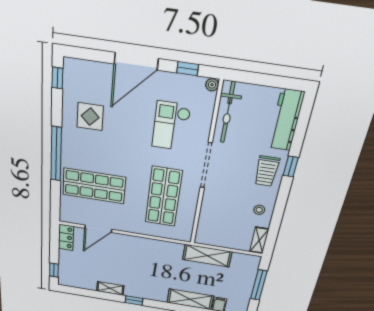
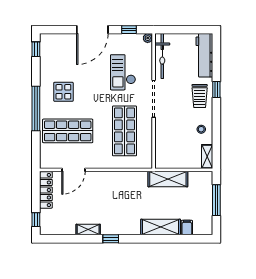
display table: (90, 117) -> (63, 92), moved
locker: (66, 237) -> (46, 190), width x1.53

